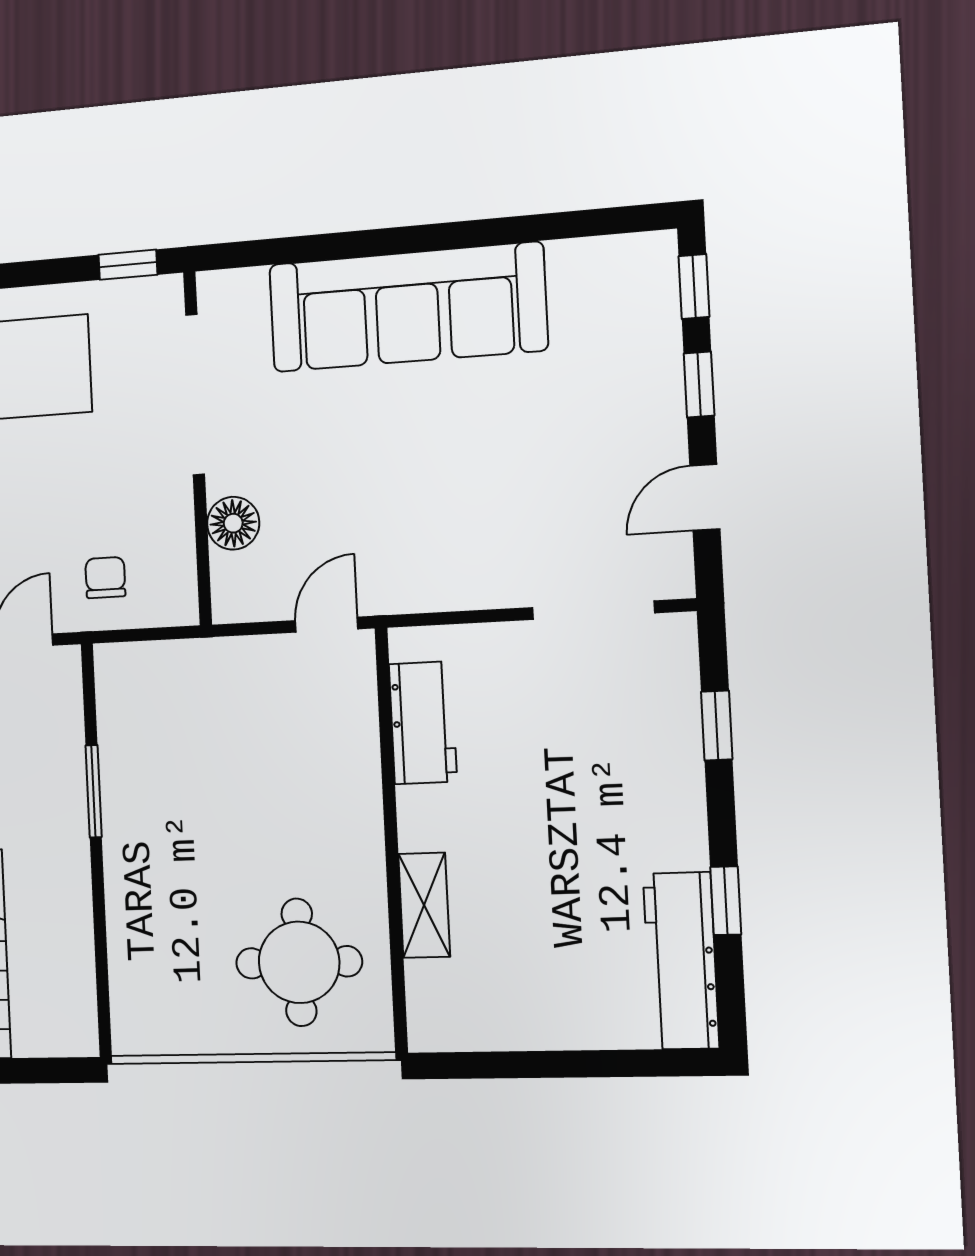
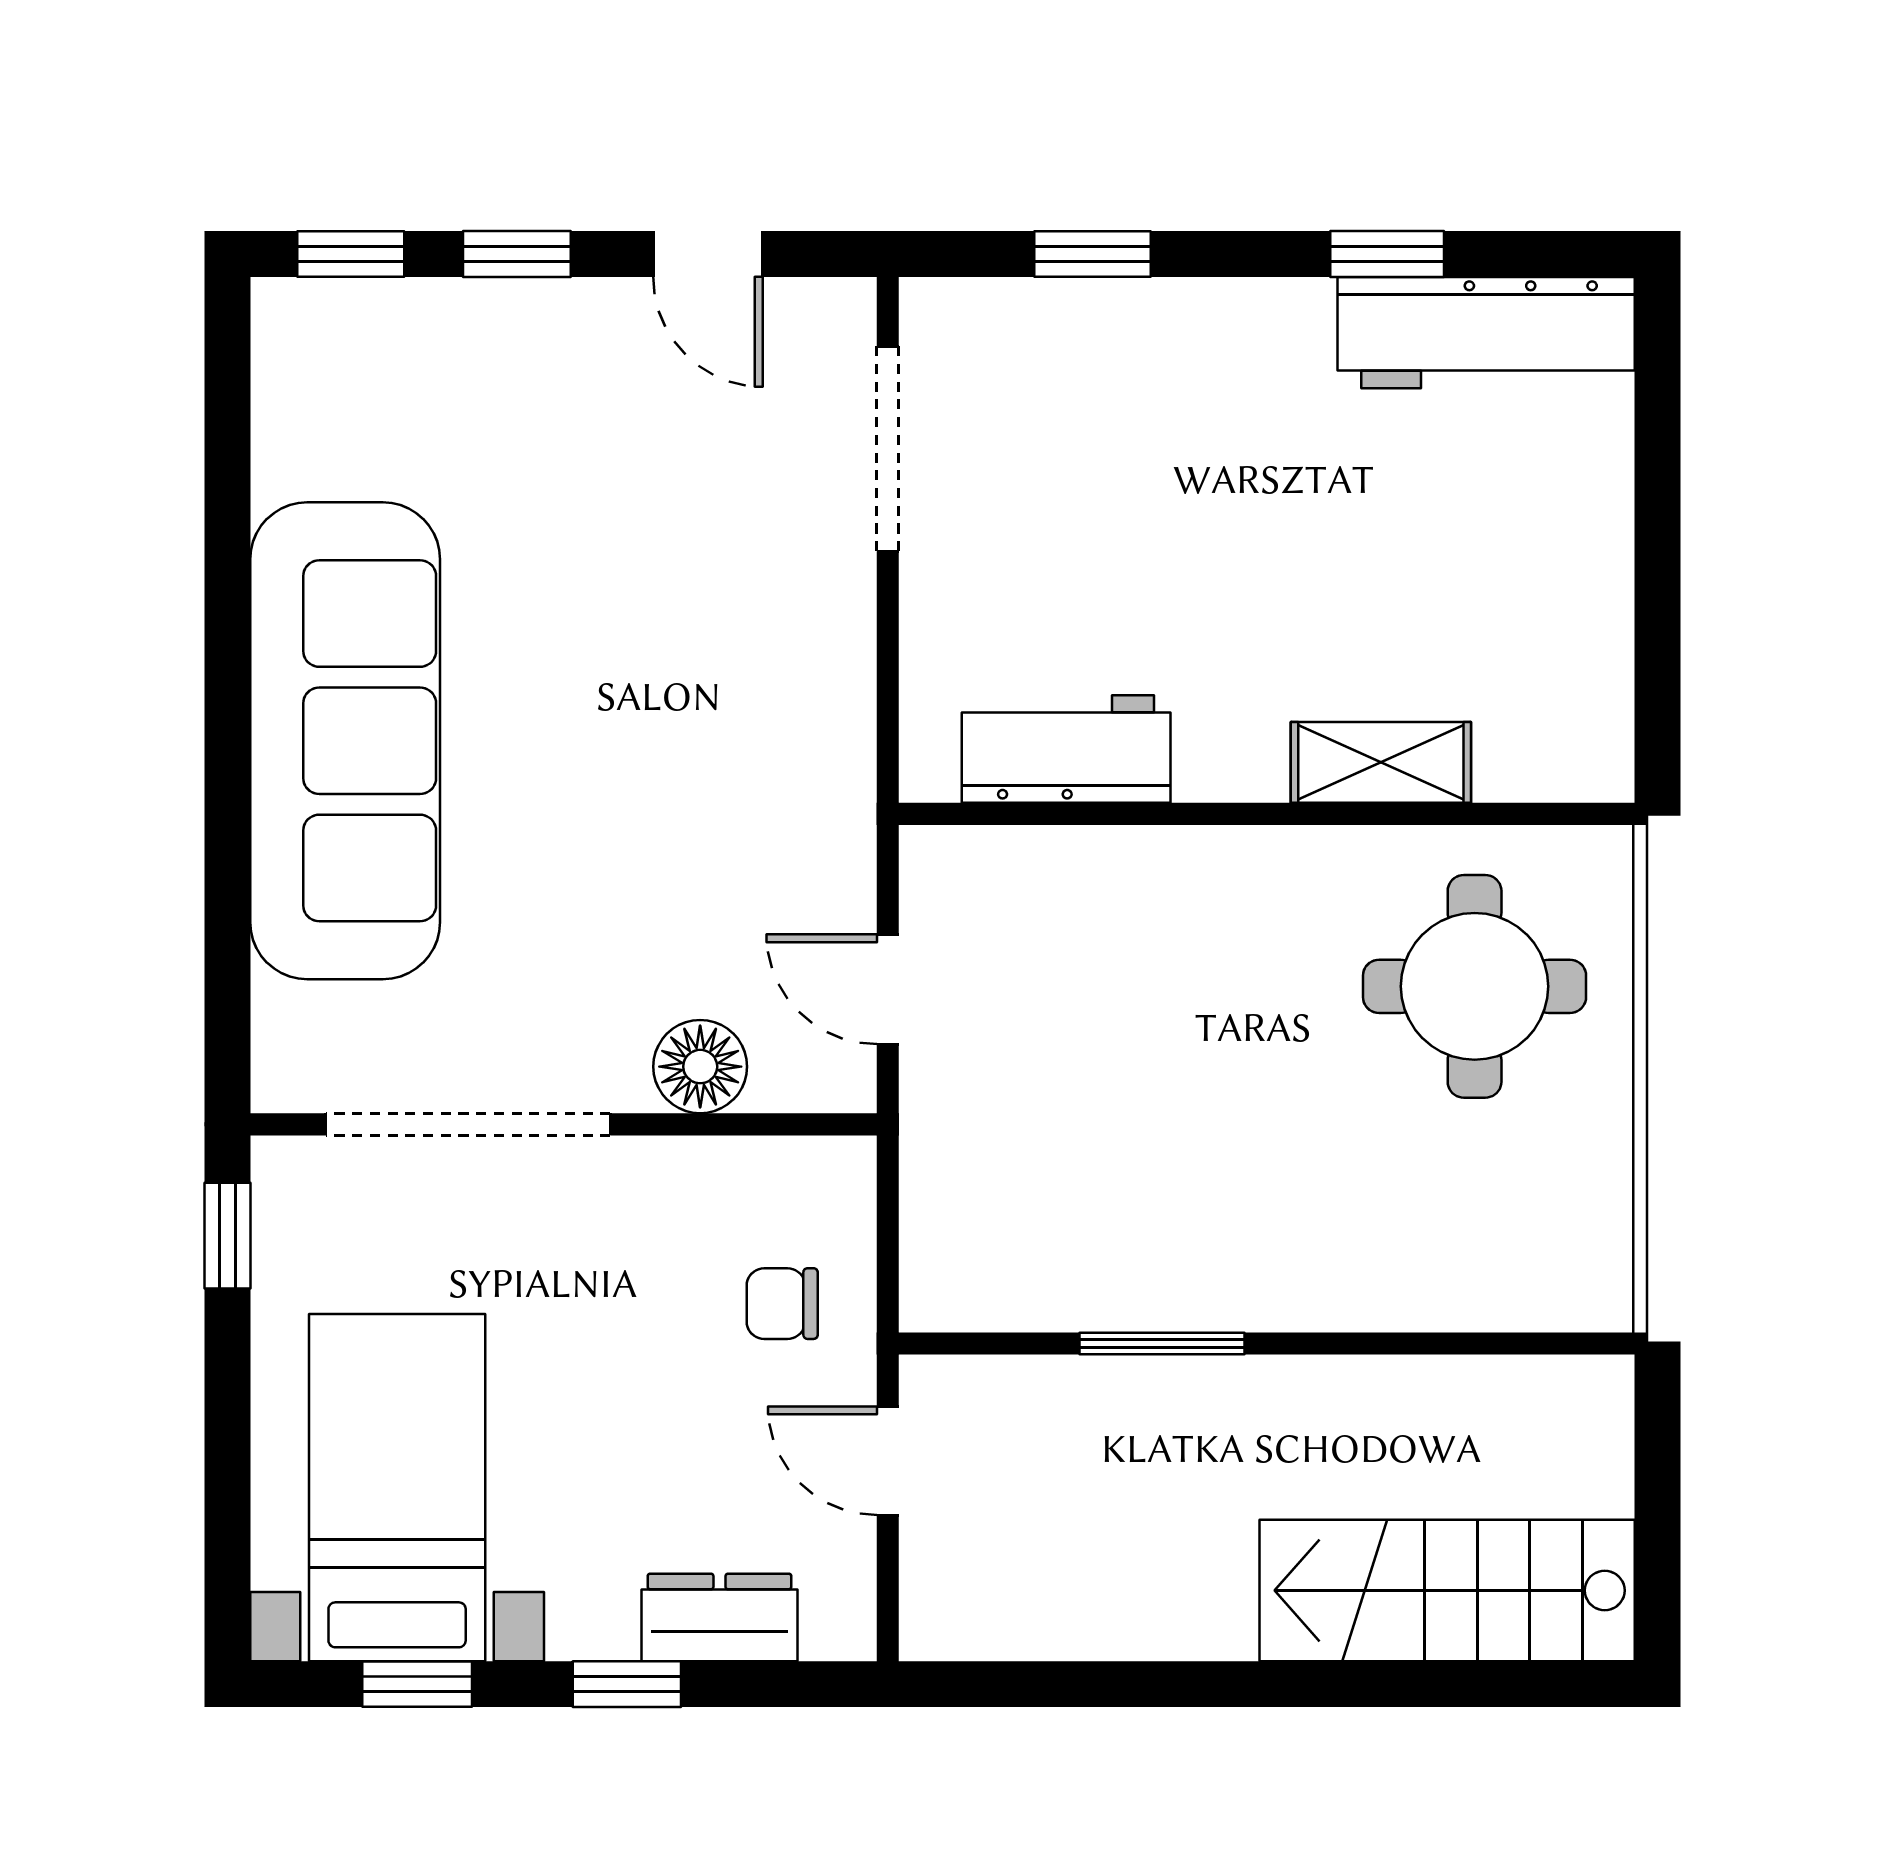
door: (327, 625) -> (888, 989), moved

